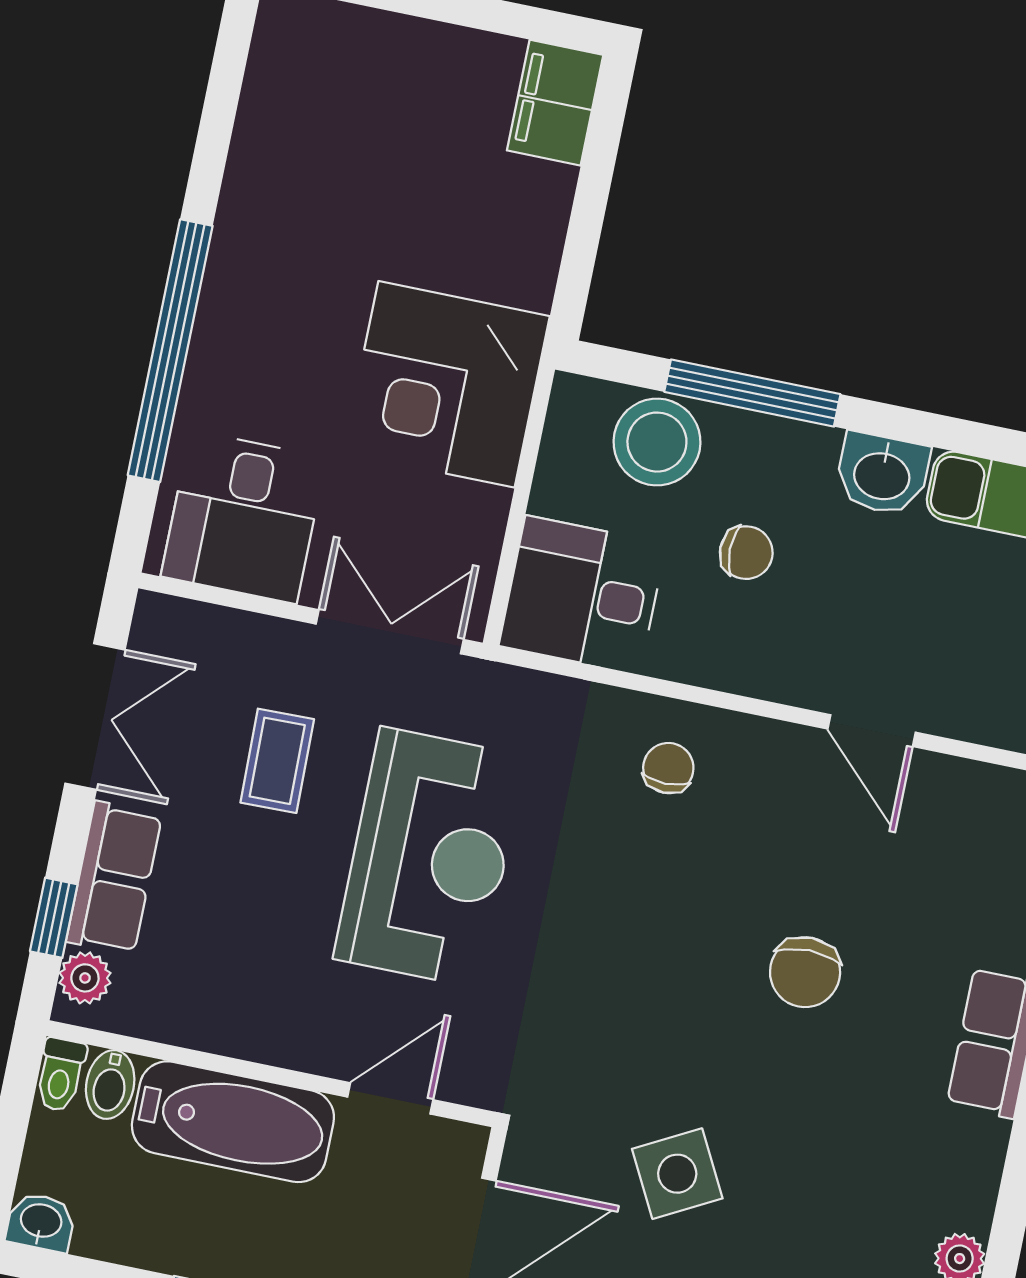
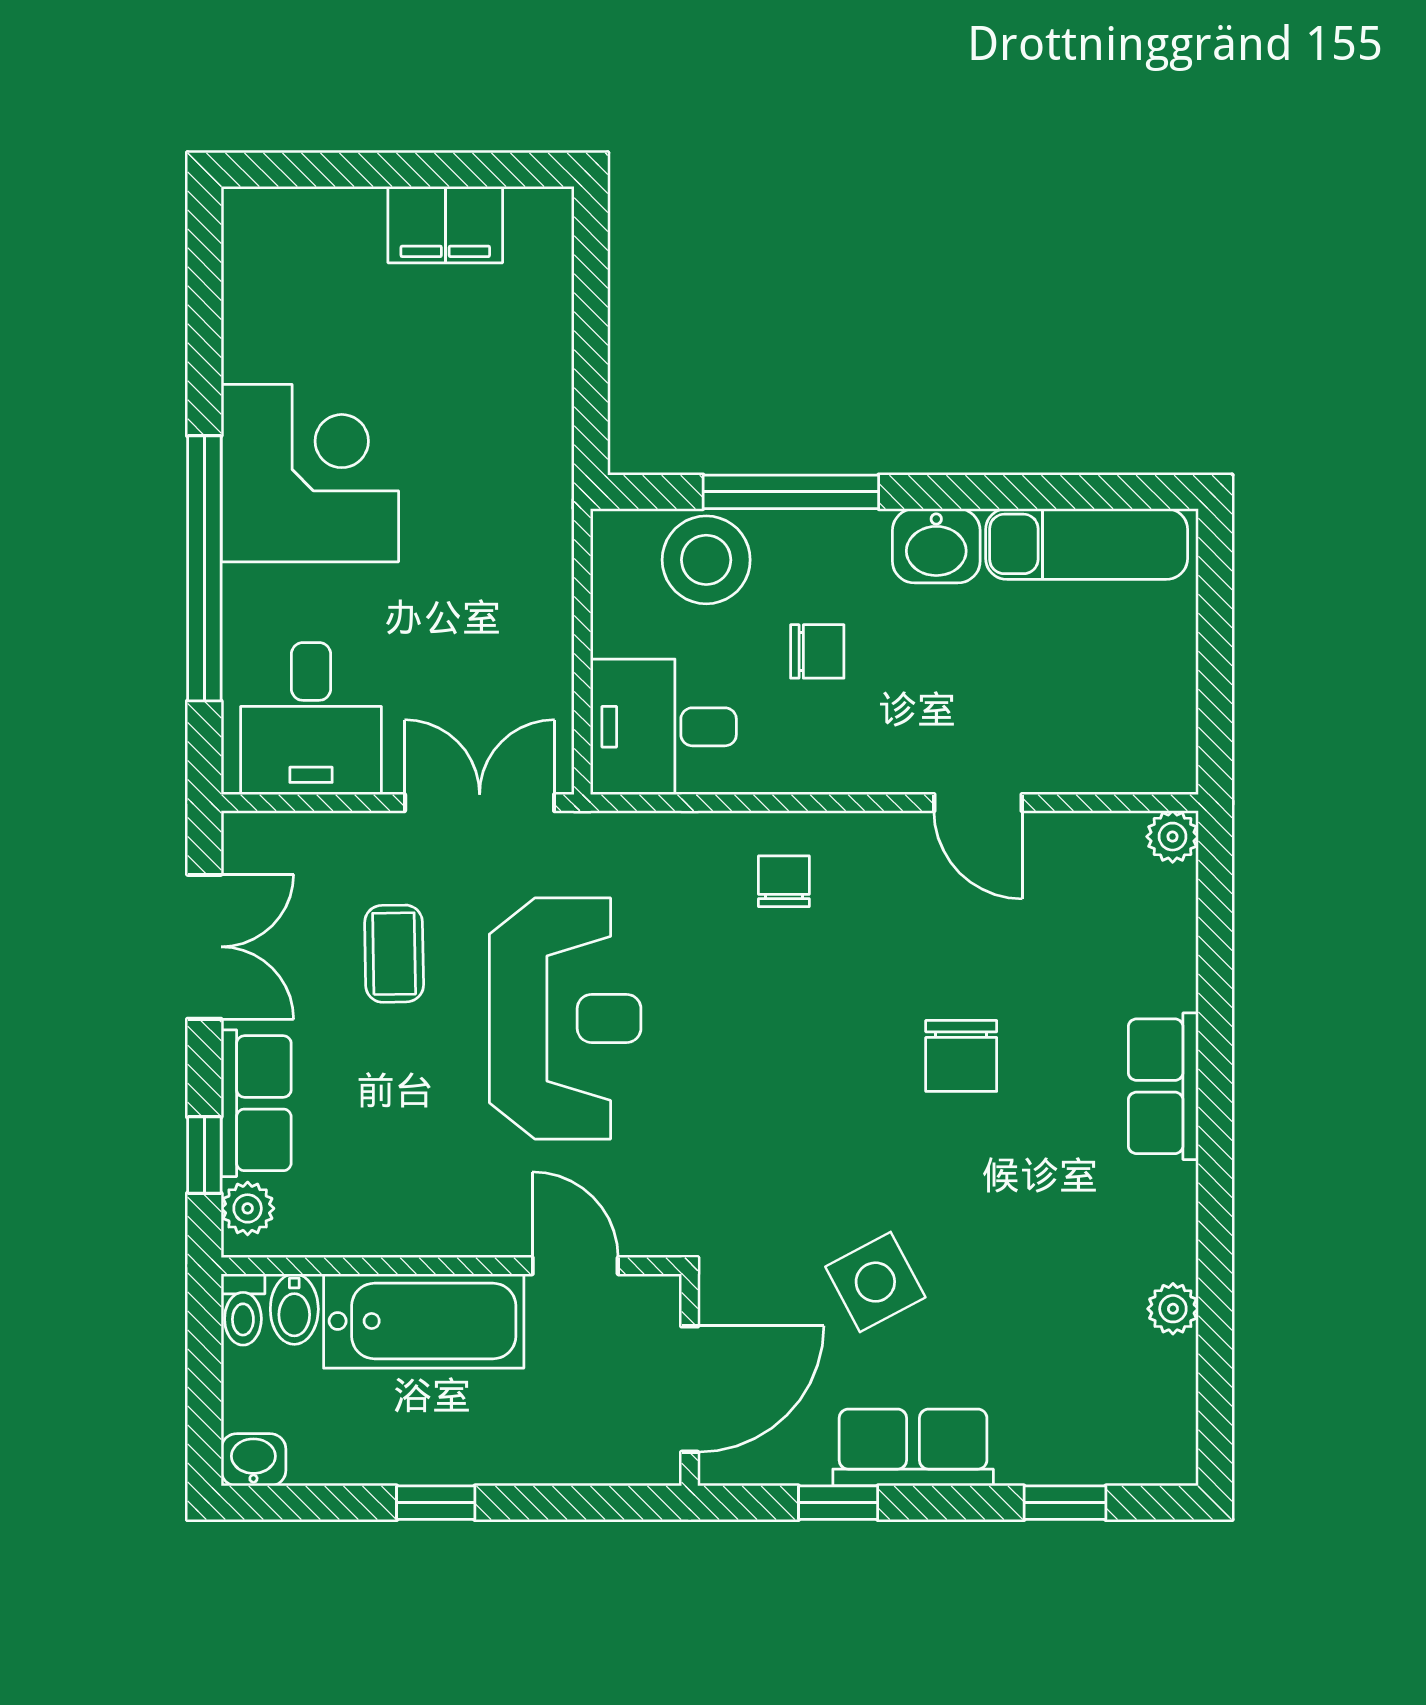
filing cabinet: (555, 103) -> (445, 225), moved, turned -90
corner desk: (446, 384) -> (310, 473), moved, turned 180
door: (390, 1098) -> (575, 1266), hinge flipped

